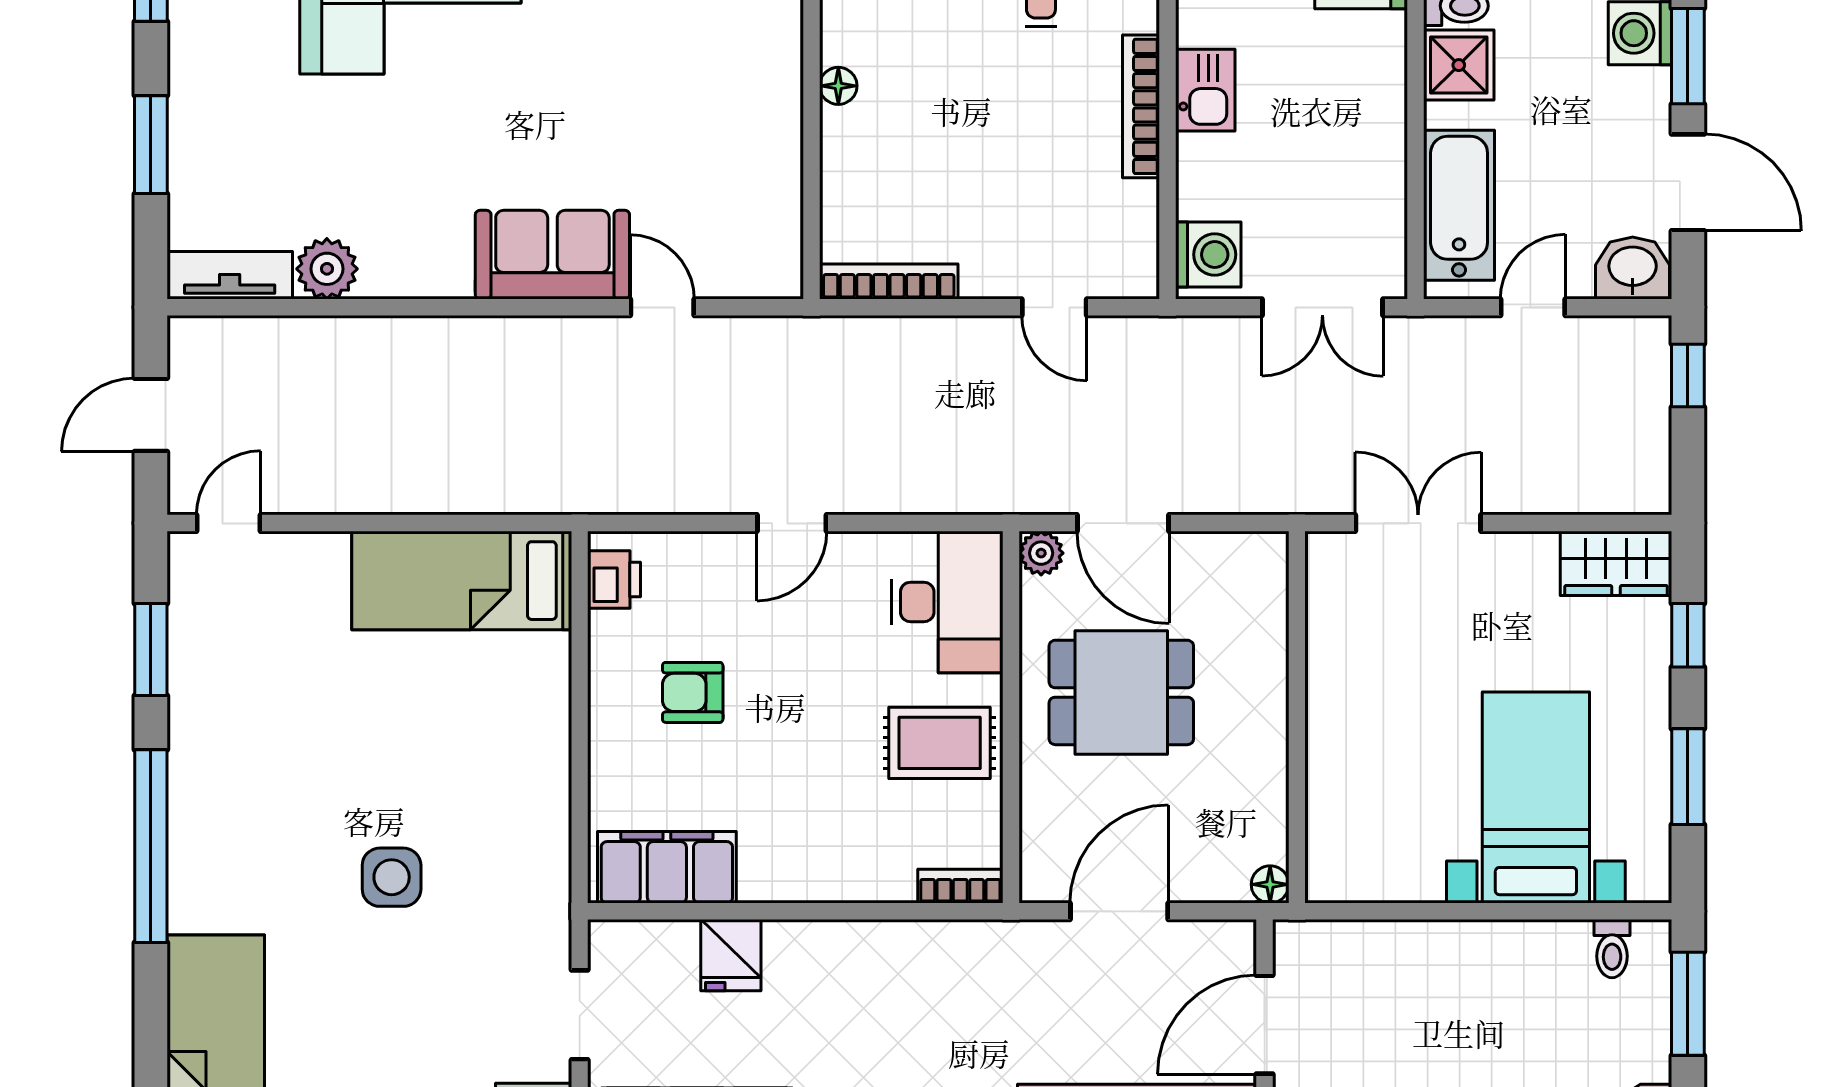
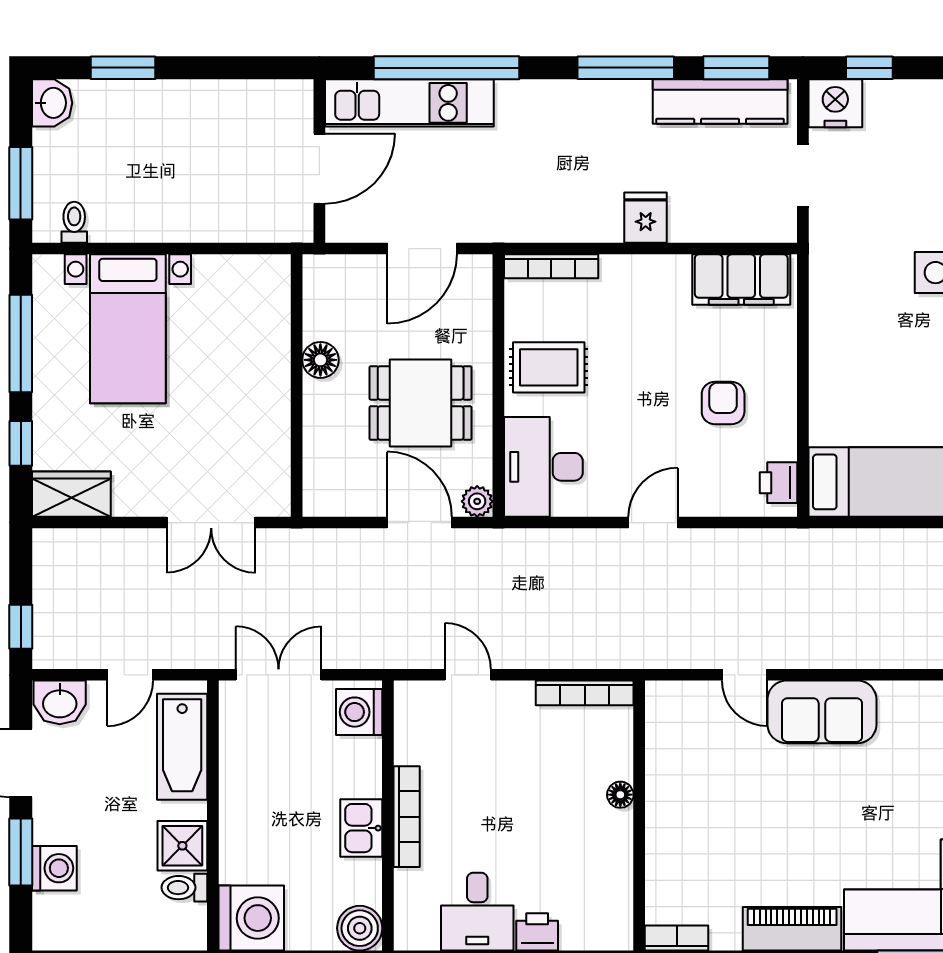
floor lamp: (838, 86) -> (620, 795), moved
armchair: (693, 692) -> (723, 403), turned -90
window: (1688, 777) -> (21, 344), width x1.44
floor lamp: (1270, 884) -> (320, 360), moved, width x1.37, depth x1.37
bookcase: (960, 886) -> (551, 266), width x1.56
fridge: (731, 955) -> (646, 218), moved

